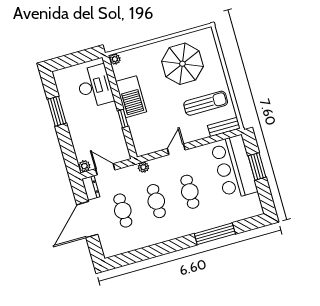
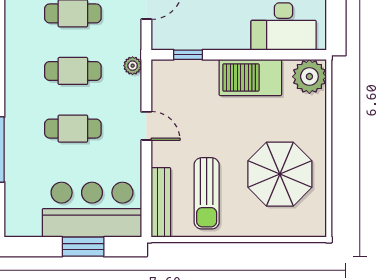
plant: (115, 59) -> (309, 77), width x1.88, depth x1.88
window: (123, 118) -> (188, 55), moved
bench: (224, 127) -> (161, 202), width x1.36

